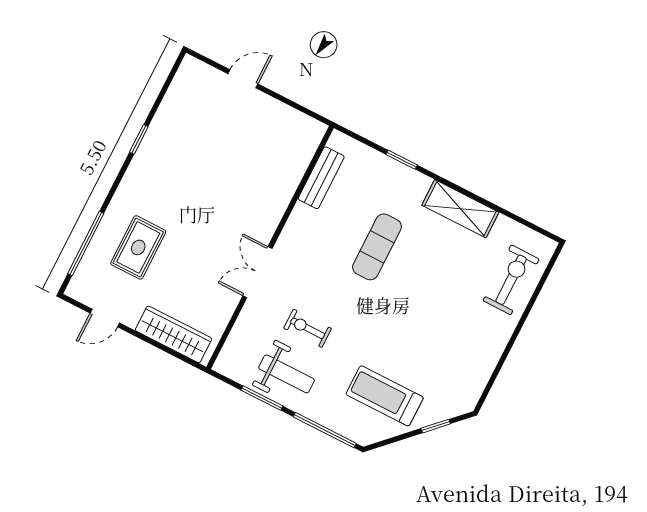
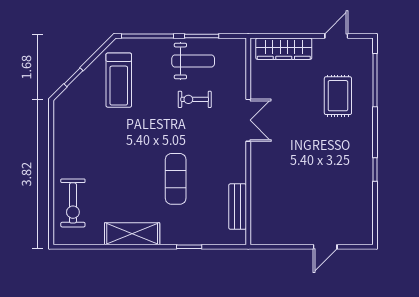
exercise bike: (308, 328) -> (195, 99), turned 180
weight bench: (286, 374) -> (193, 61), turned 180
treadmill: (385, 396) -> (119, 80), turned 90

